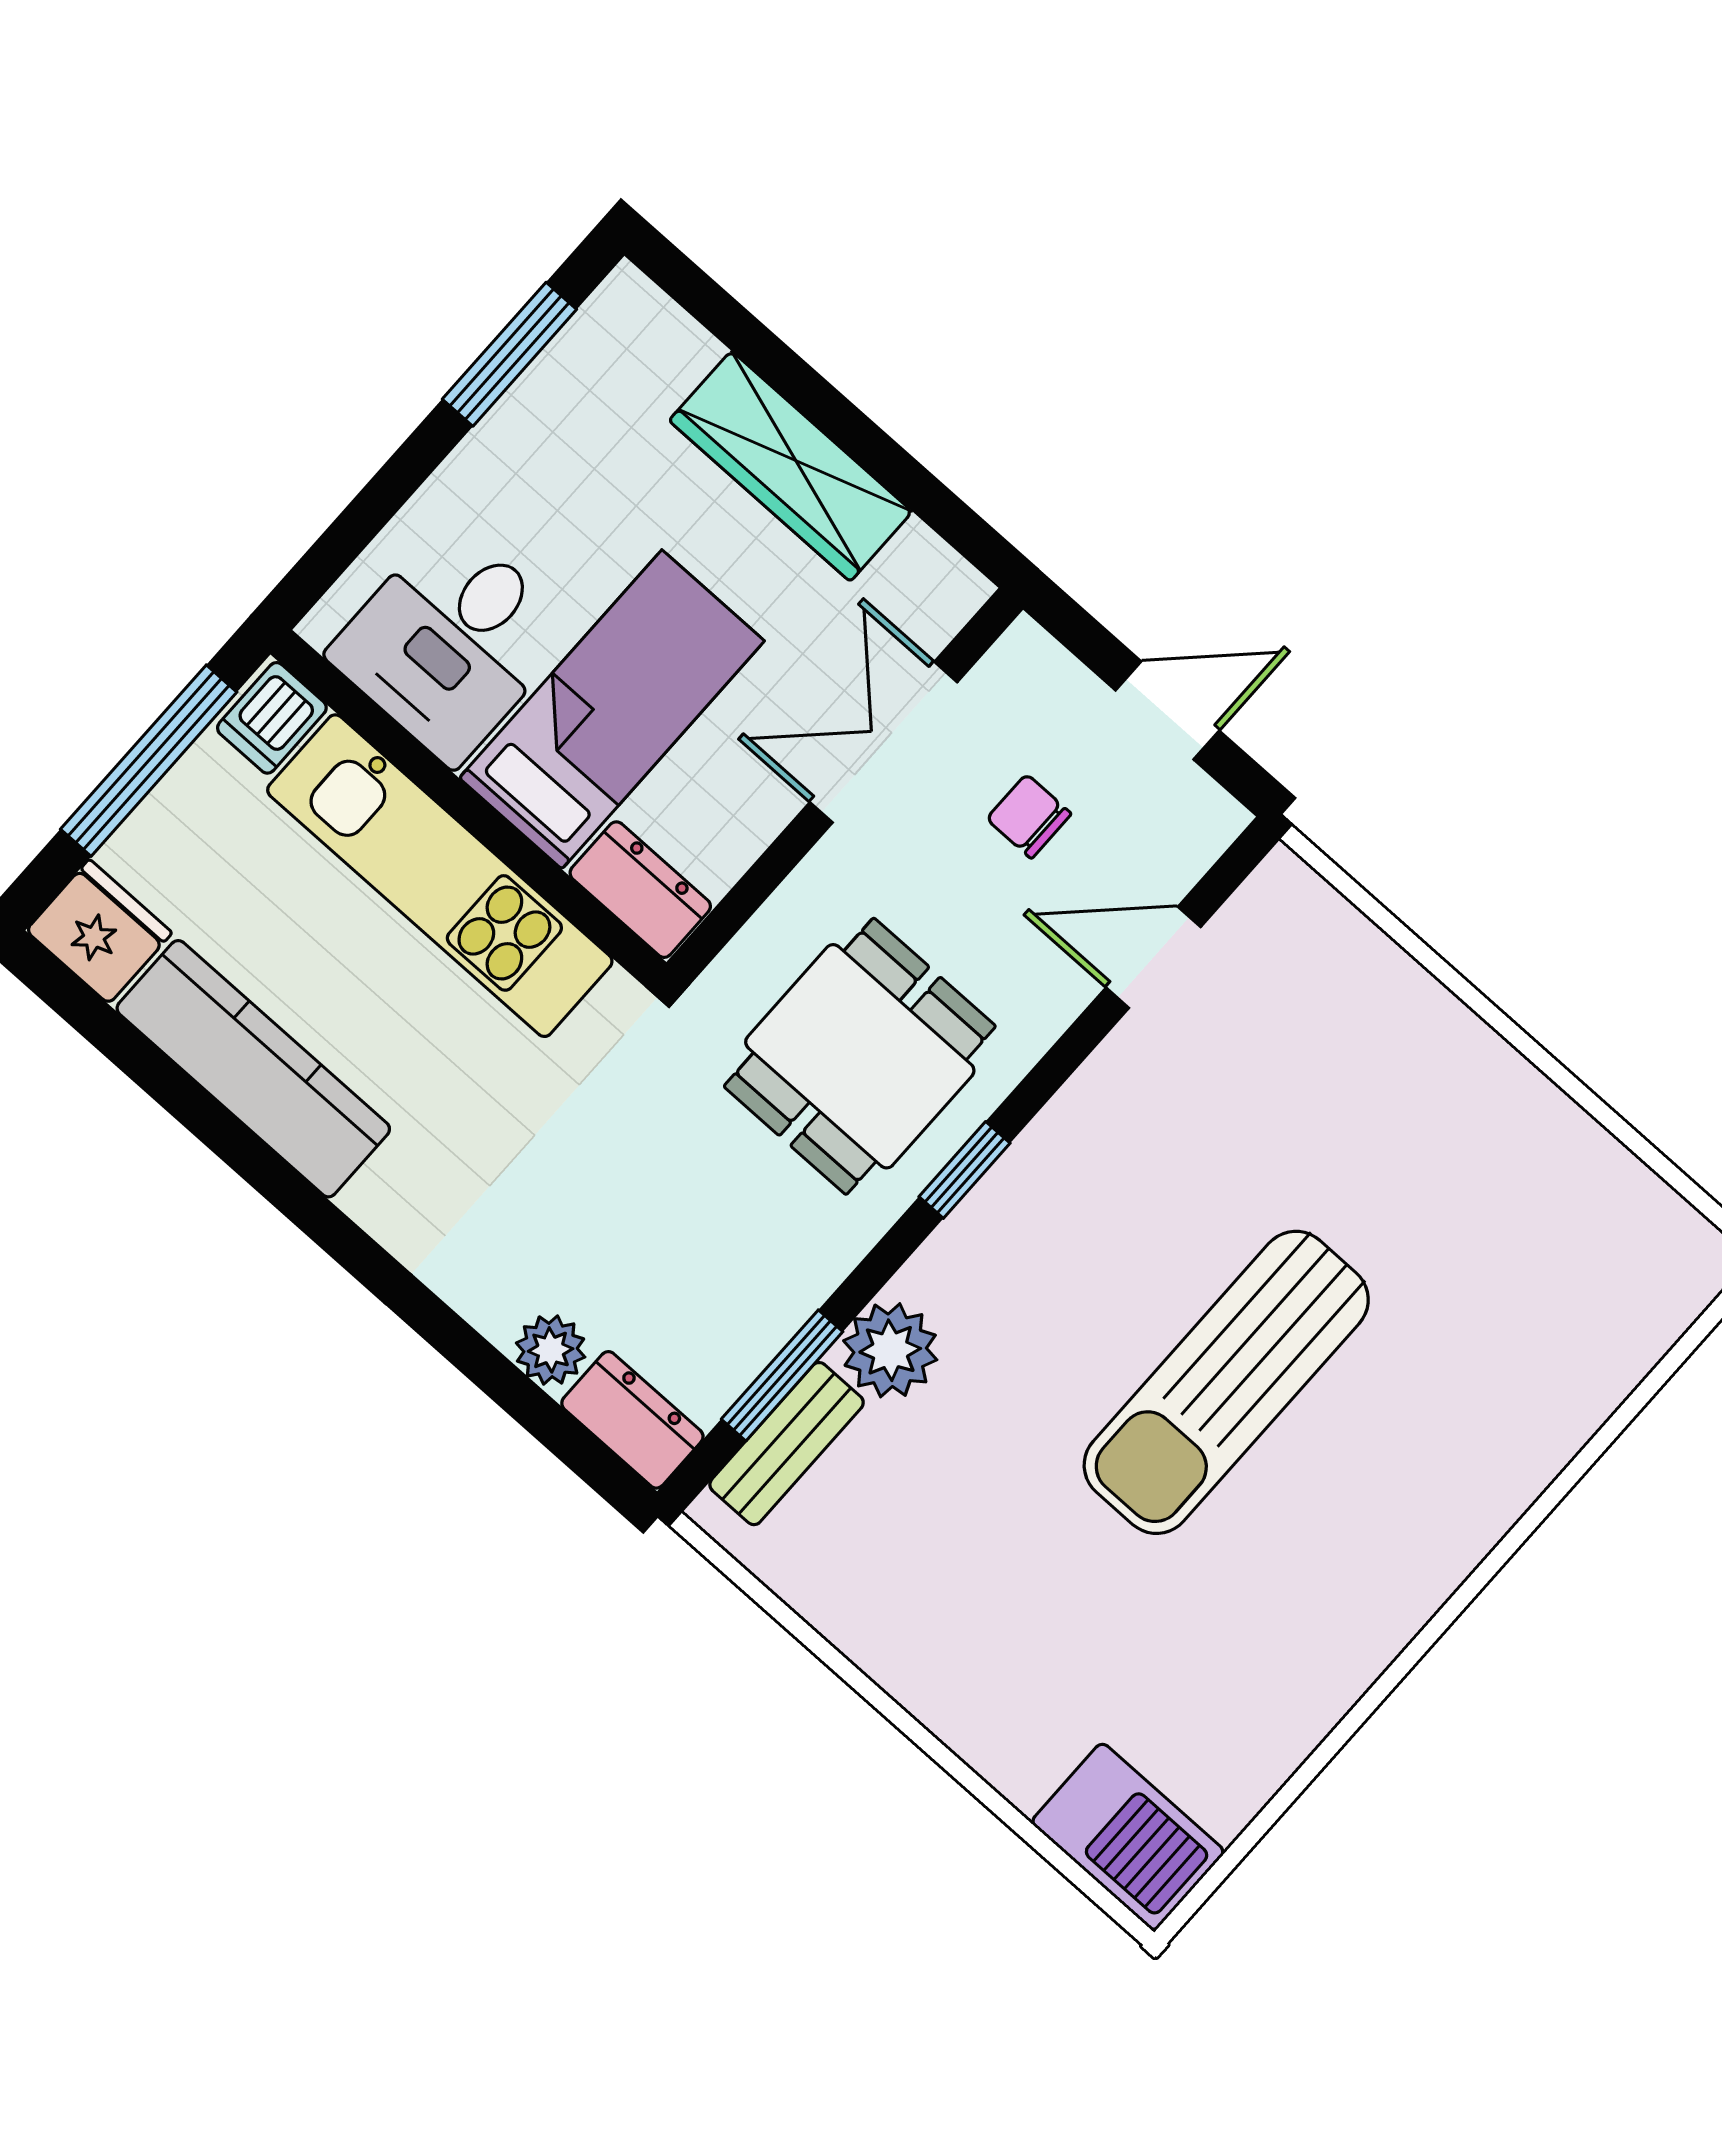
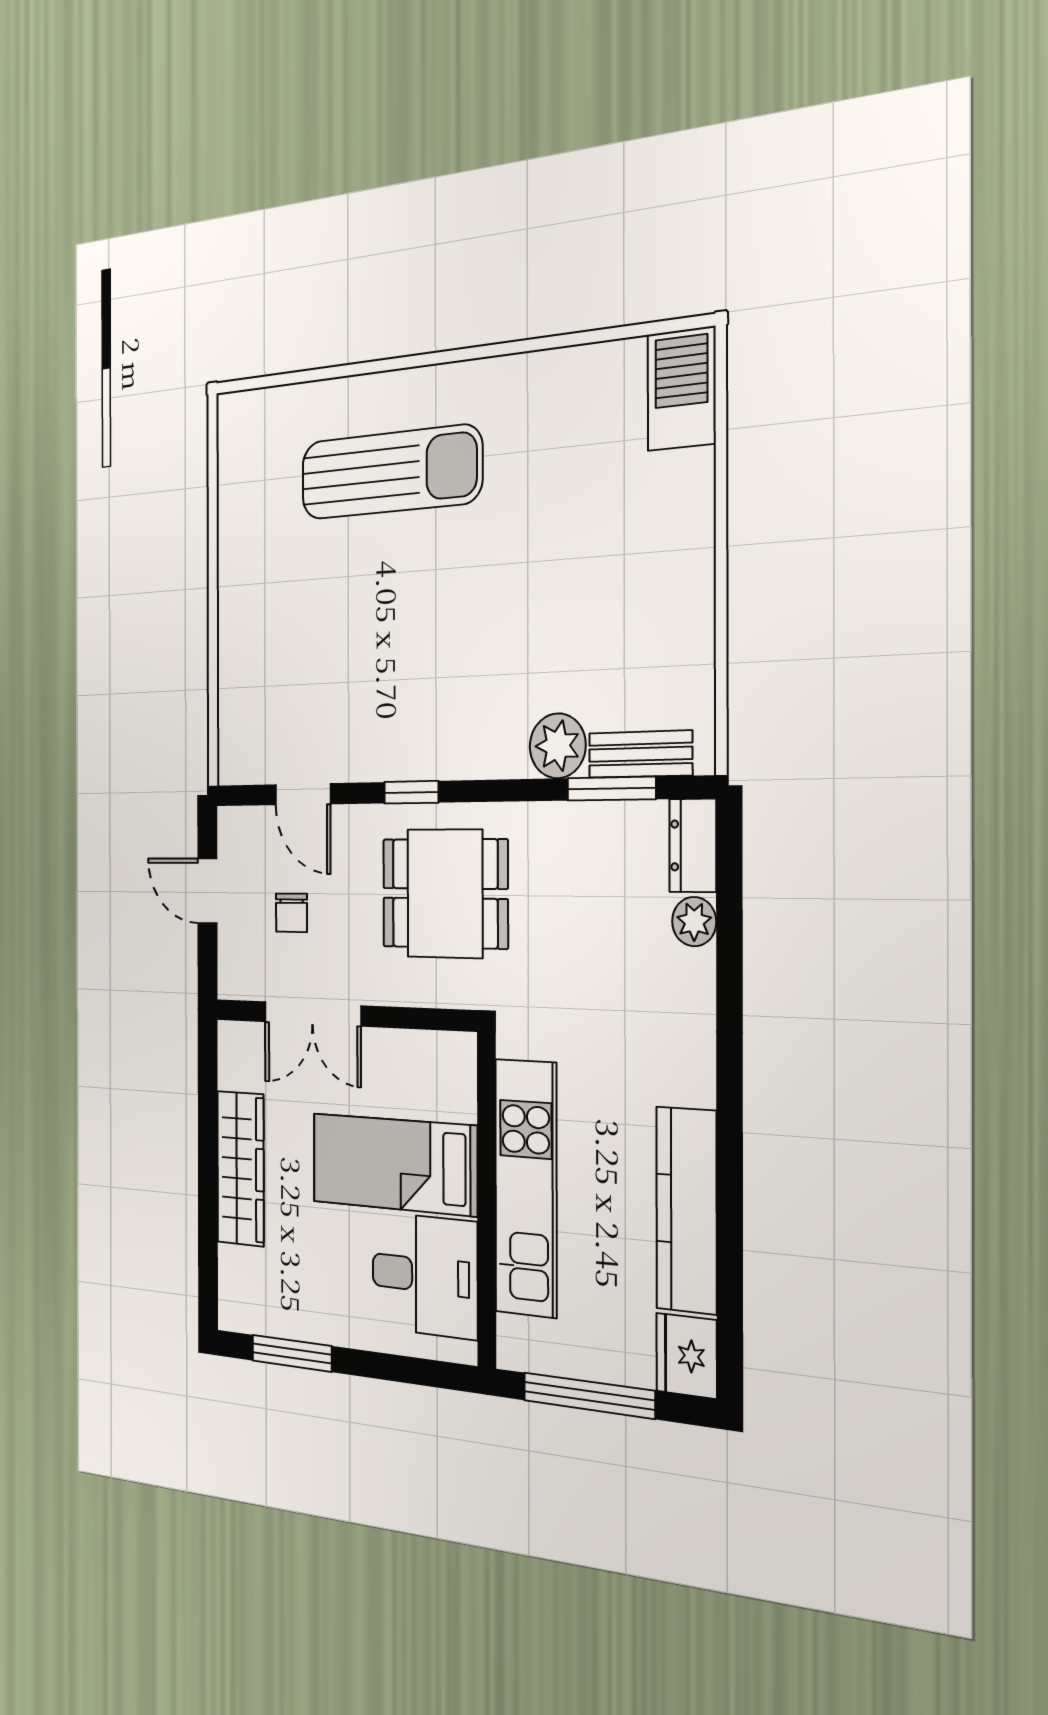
dishwasher: (272, 718) -> (522, 1343), removed
dresser: (640, 890) -> (457, 1076), removed
window: (965, 1170) -> (411, 792), moved
sun lounger: (1226, 1382) -> (391, 472), moved

